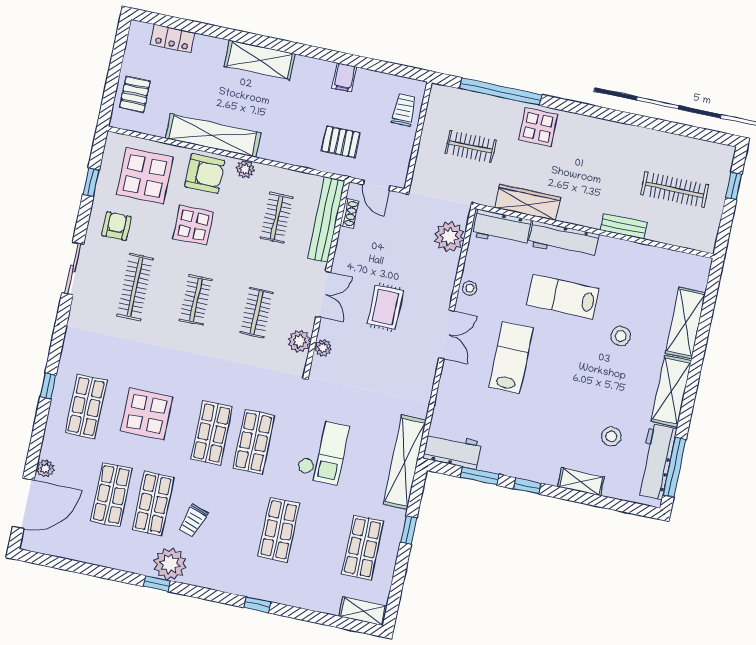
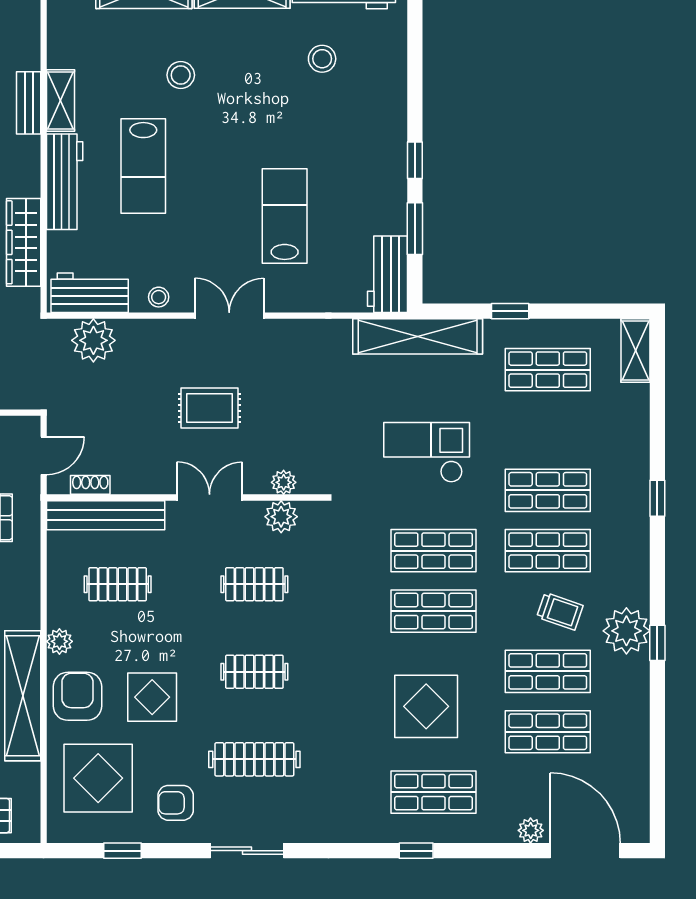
workbench: (502, 228) -> (90, 293), moved, turned -90
lab bench: (511, 357) -> (285, 216), moved, turned 90
shelving: (581, 482) -> (60, 101), moved
shop shelf: (237, 521) -> (548, 551), added

